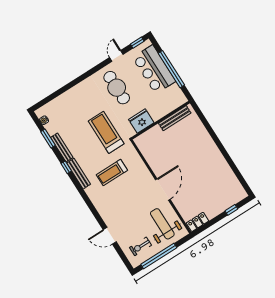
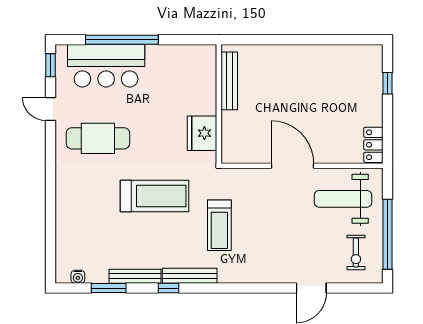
bench: (175, 118) -> (229, 81), moved
wall: (161, 120) -> (219, 104), moved
fridge: (141, 121) -> (202, 133), moved
treadmill: (106, 132) -> (154, 196), turned 180

